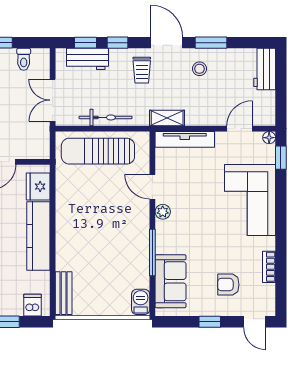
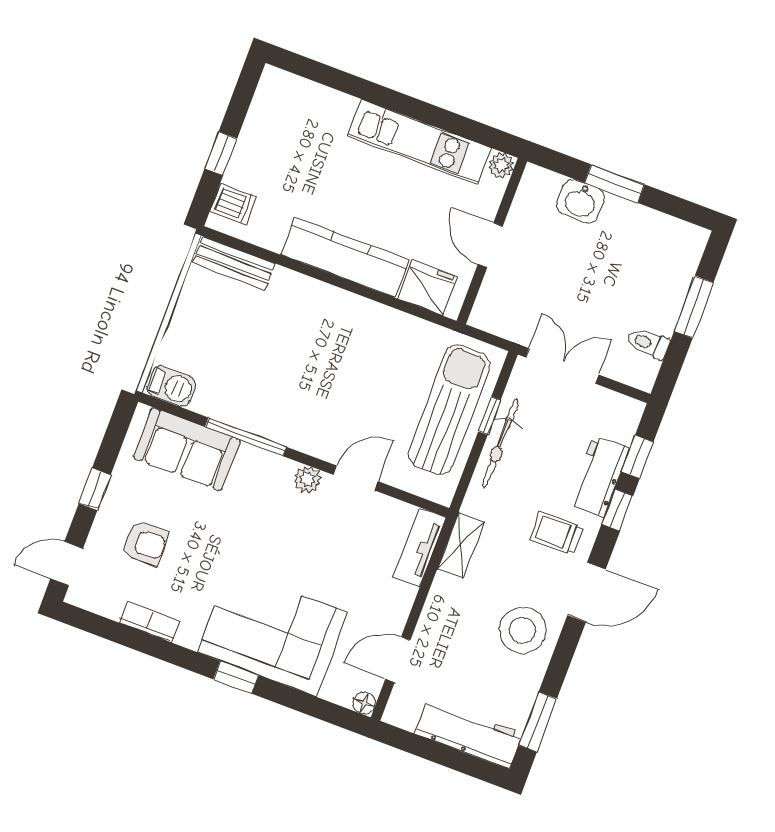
window: (211, 43) -> (538, 722), moved
workbench: (87, 59) -> (599, 476), moved
stool: (199, 69) -> (523, 630), width x1.89, depth x1.89
workbench: (265, 69) -> (468, 734), width x1.38
window: (93, 129) -> (489, 416), added
door: (240, 129) -> (398, 660), swing flipped
tv unit: (185, 139) -> (420, 547), width x0.71
window: (281, 158) -> (236, 677), moved
armchair: (228, 285) -> (145, 543), turned 90

